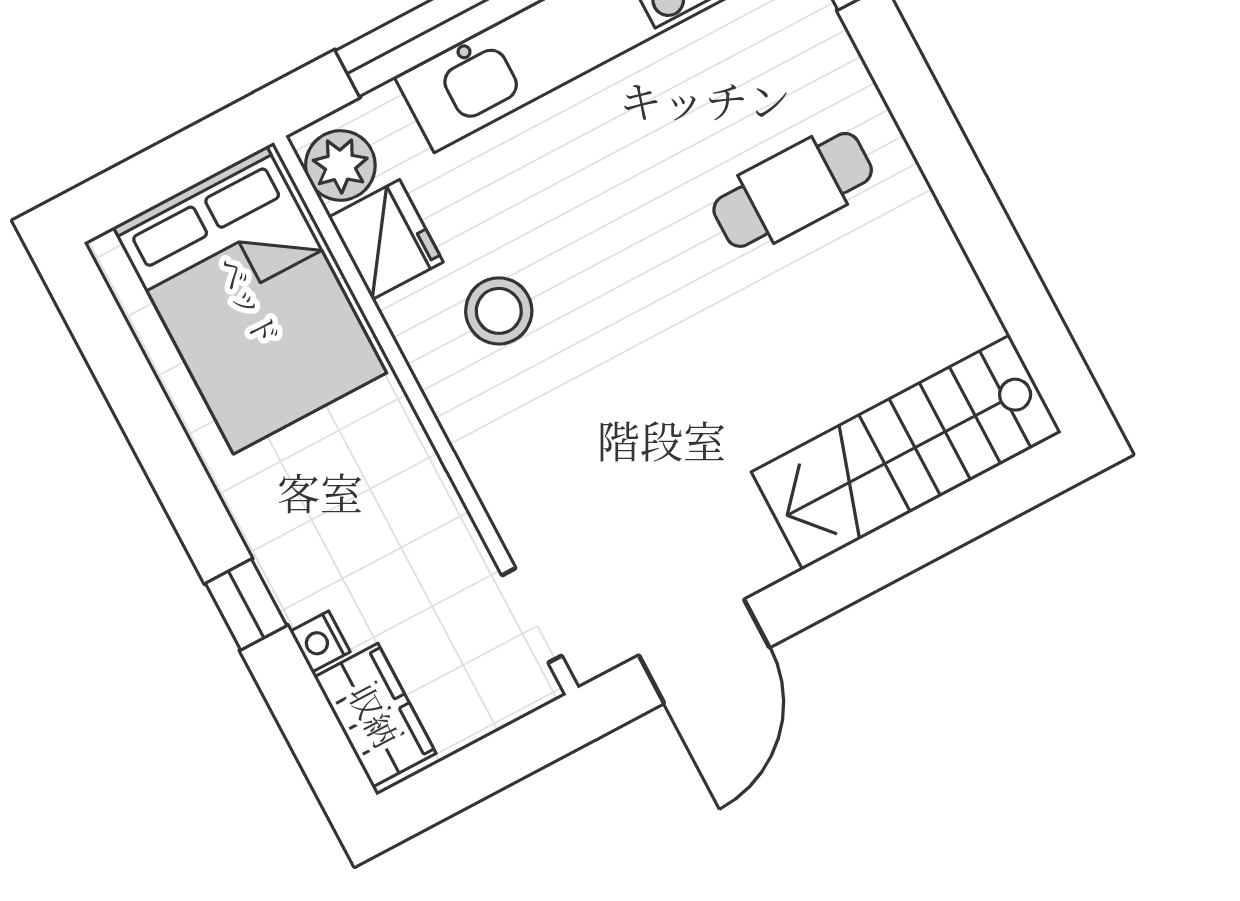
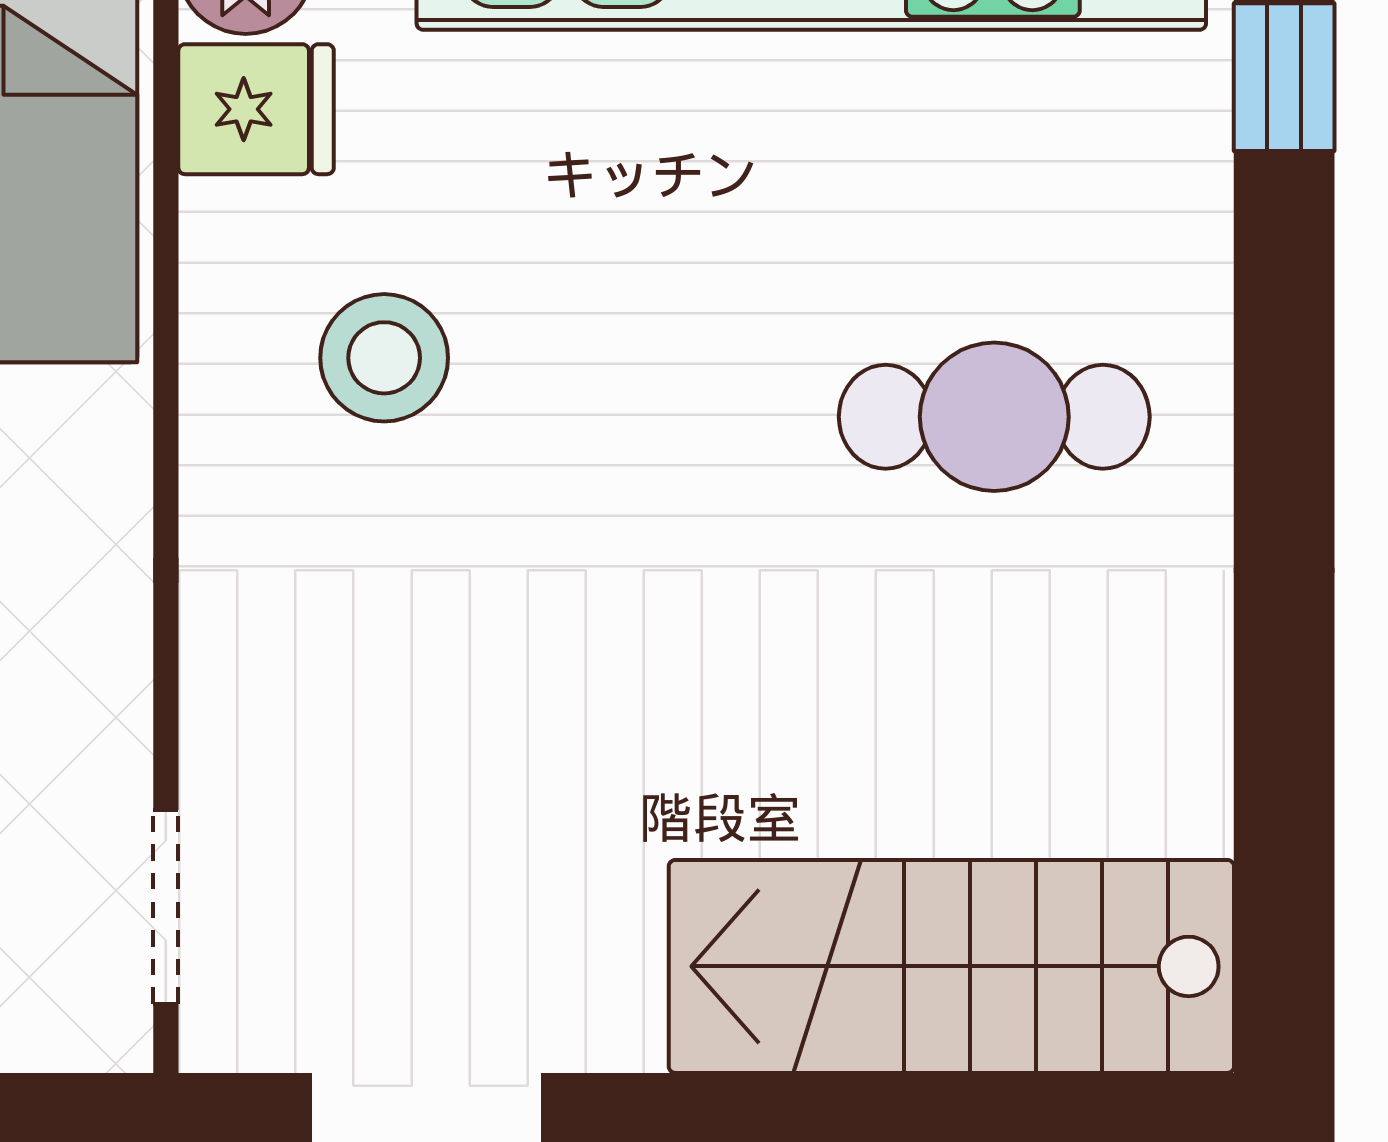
fridge: (386, 240) -> (256, 109), width x0.72

